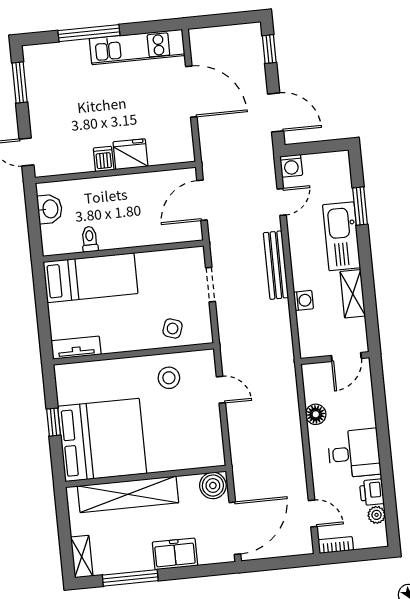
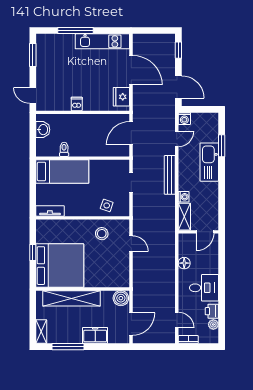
fridge: (130, 154) -> (121, 97), moved, turned -90
shelving: (353, 294) -> (184, 217), moved
door: (235, 528) -> (131, 324), width x0.73

